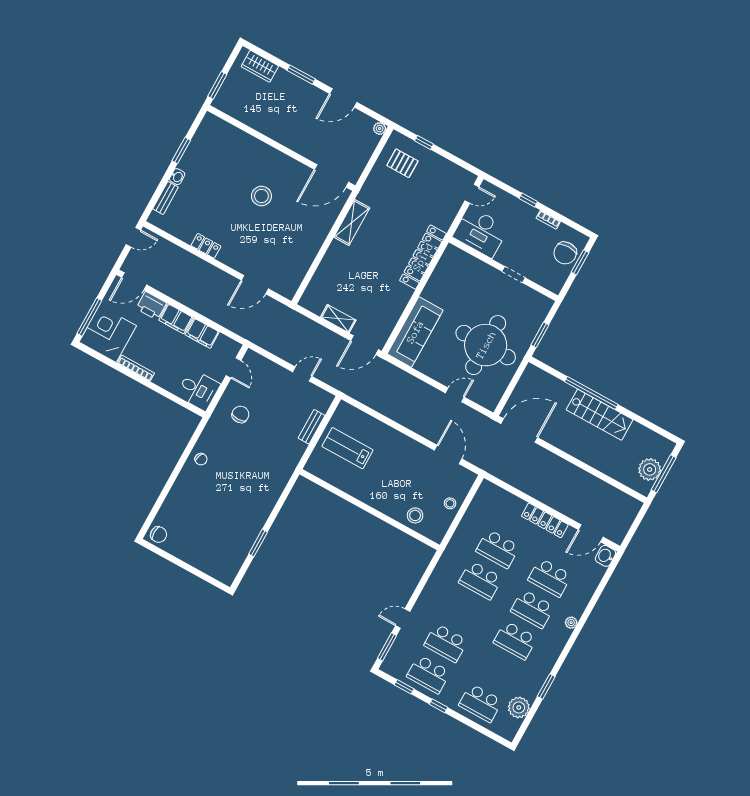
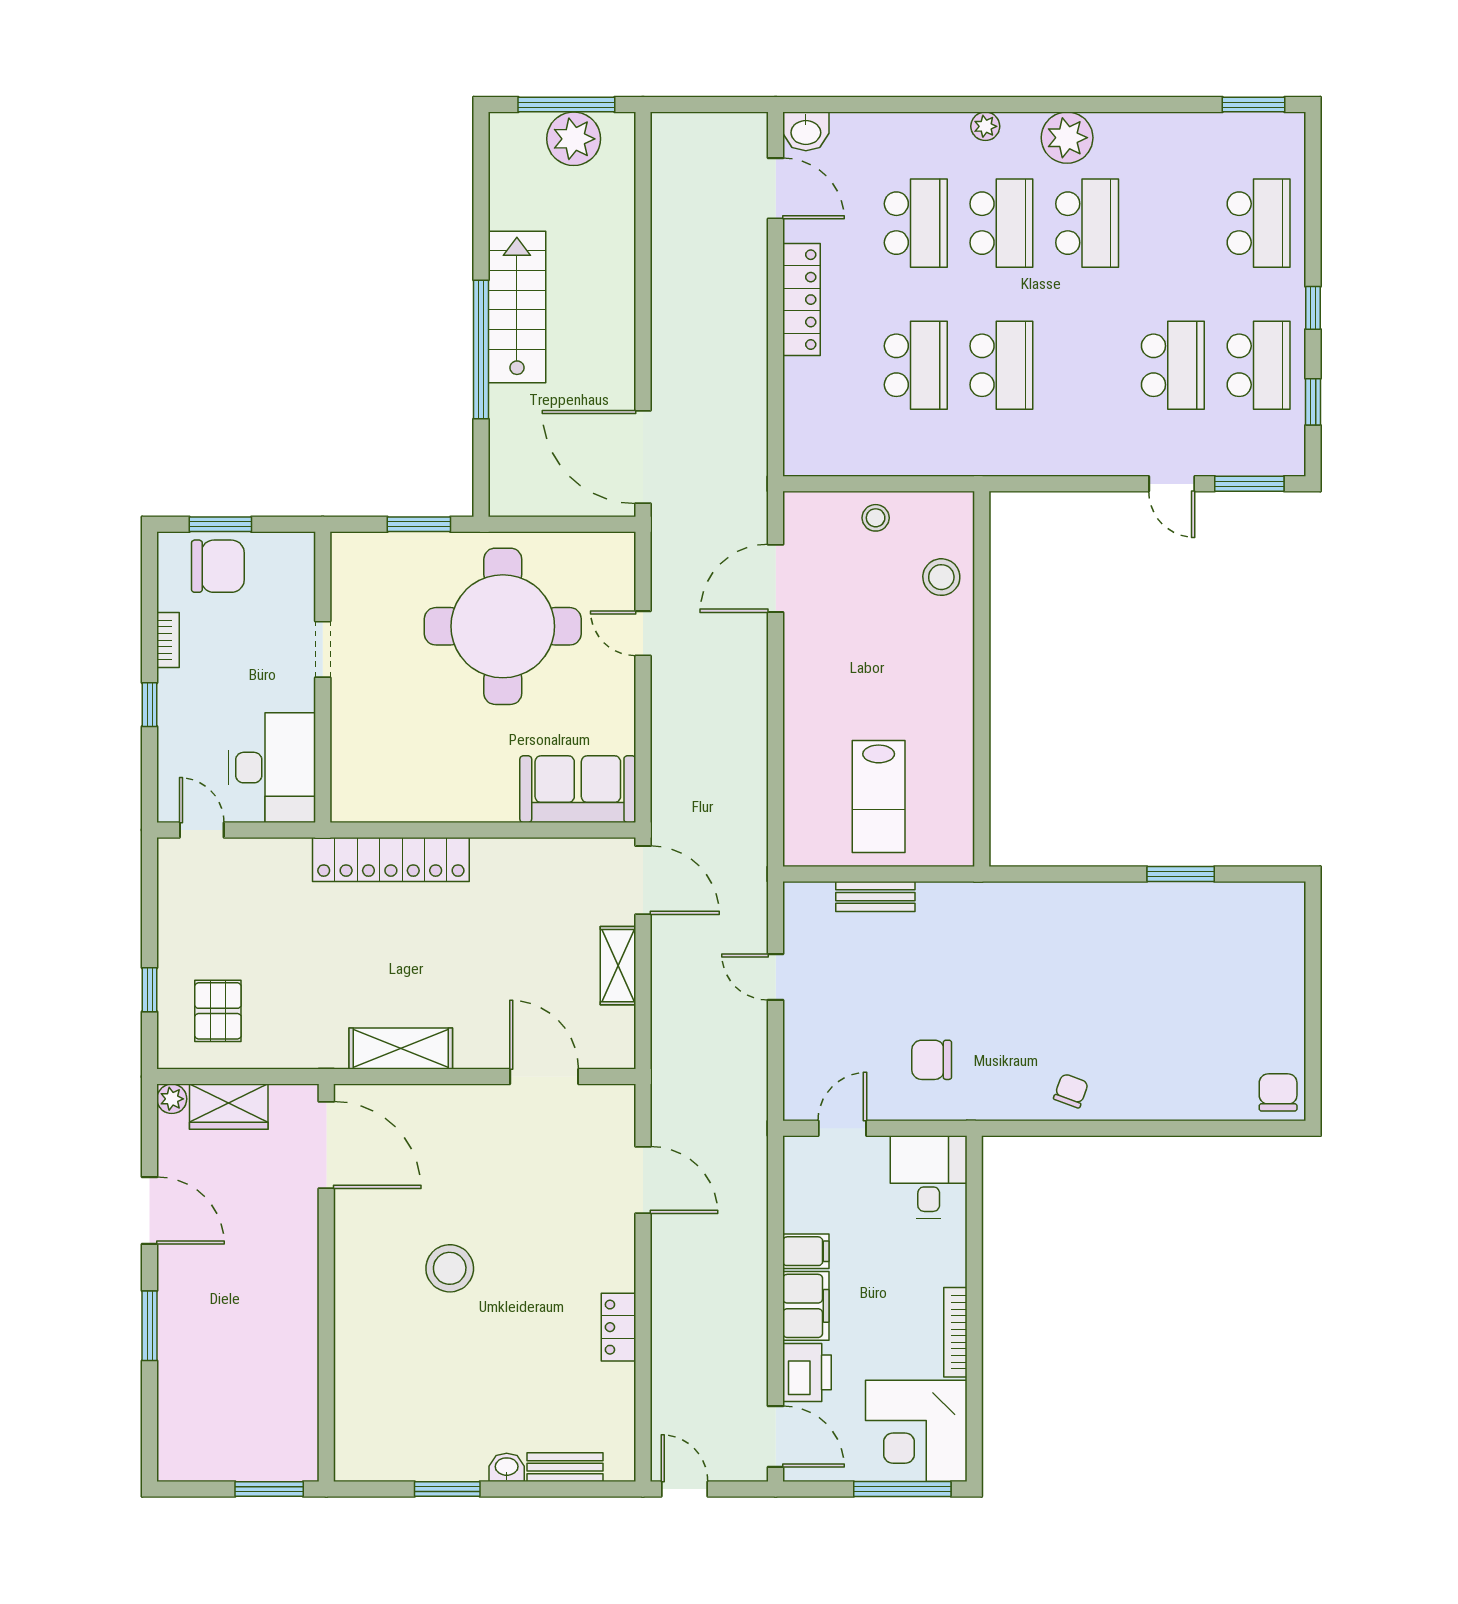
wardrobe: (260, 66) -> (229, 1107), moved, turned 90
door: (313, 269) -> (544, 1077), added
sofa: (415, 332) -> (578, 789), width x0.73
filing cabinet: (202, 333) -> (806, 1251), width x0.50
window: (546, 687) -> (1254, 105), moved
plant: (519, 707) -> (1067, 138), moved

